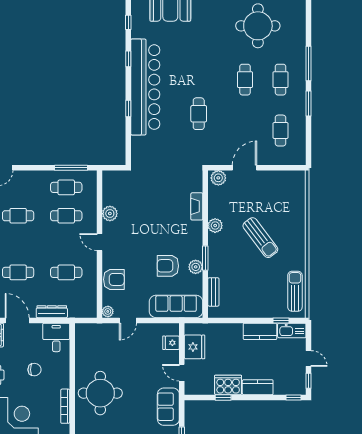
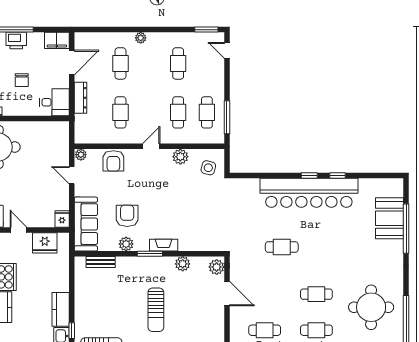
window: (128, 22) -> (375, 176), removed
window: (128, 108) -> (309, 176), moved
side table: (121, 186) -> (208, 168), added
fireplace: (197, 206) -> (164, 245), moved
plant: (215, 226) -> (183, 264), moved
sun lounger: (260, 238) -> (156, 310), turned -53
window: (205, 258) -> (150, 254), moved
fridge: (171, 343) -> (62, 219), moved
door: (182, 373) -> (18, 230), hinge flipped

